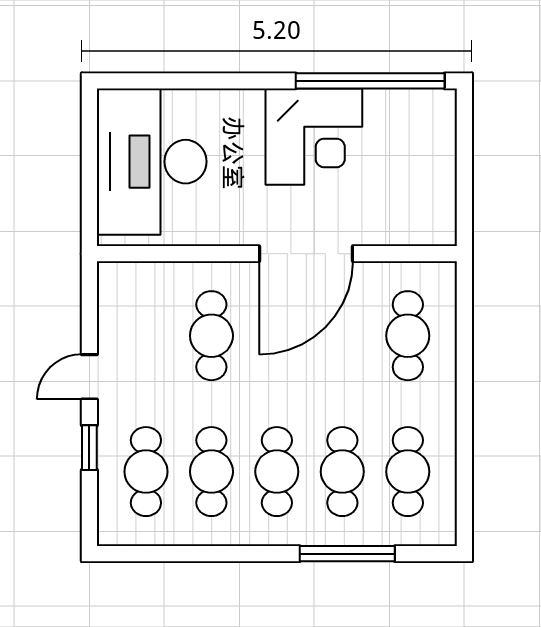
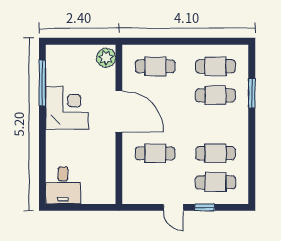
window: (370, 81) -> (42, 83), width x0.68
desk: (152, 162) -> (63, 185), width x0.53, depth x0.77
plant: (427, 225) -> (106, 58), added
cafe table: (277, 472) -> (215, 124), removed
window: (347, 554) -> (252, 93), width x0.69

